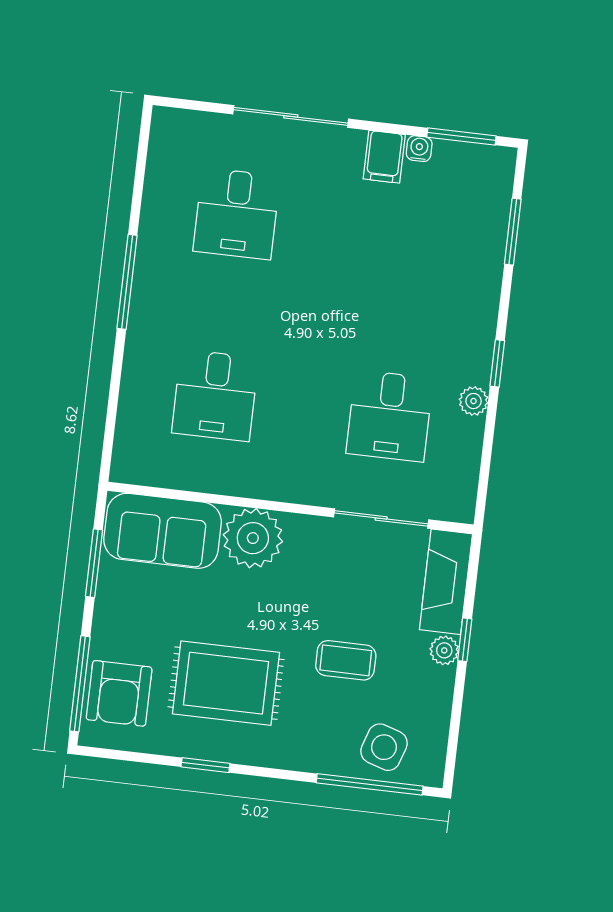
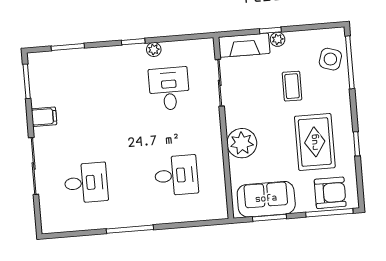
water cooler: (419, 149) -> (37, 101), removed
desk: (390, 416) -> (169, 89), turned -90
sofa: (163, 531) -> (266, 199), moved, turned -90

